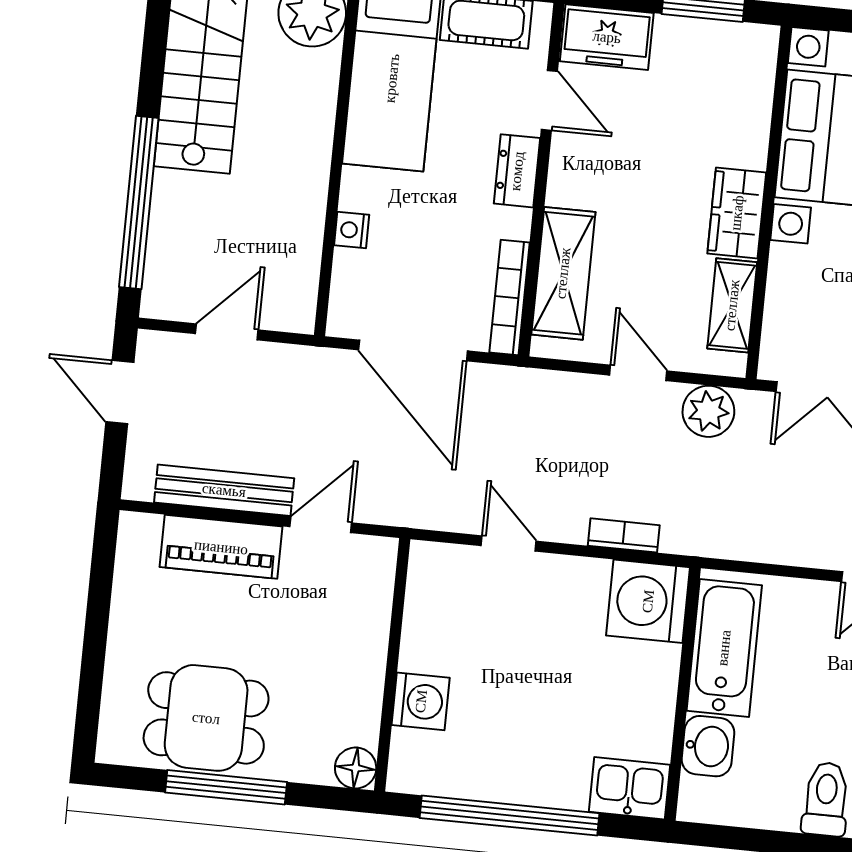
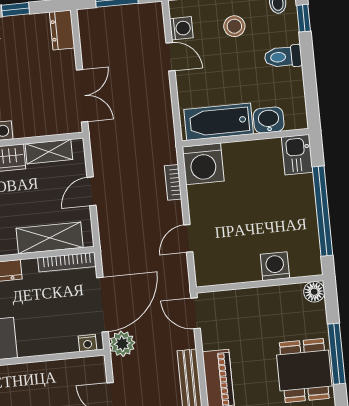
nightstand: (352, 230) -> (87, 343), moved
plant: (708, 411) -> (122, 344), moved
door: (321, 525) -> (196, 313), moved

